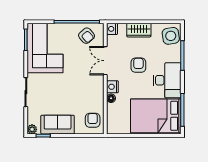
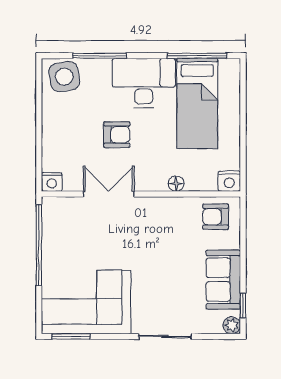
wardrobe: (139, 30) -> (54, 134), removed
armchair: (87, 36) -> (64, 228), removed
double door: (105, 61) -> (109, 194), swing flipped
armchair: (138, 65) -> (117, 135), turned 180
nightstand: (112, 87) -> (229, 181), moved
bed: (156, 116) -> (197, 103), width x0.67

